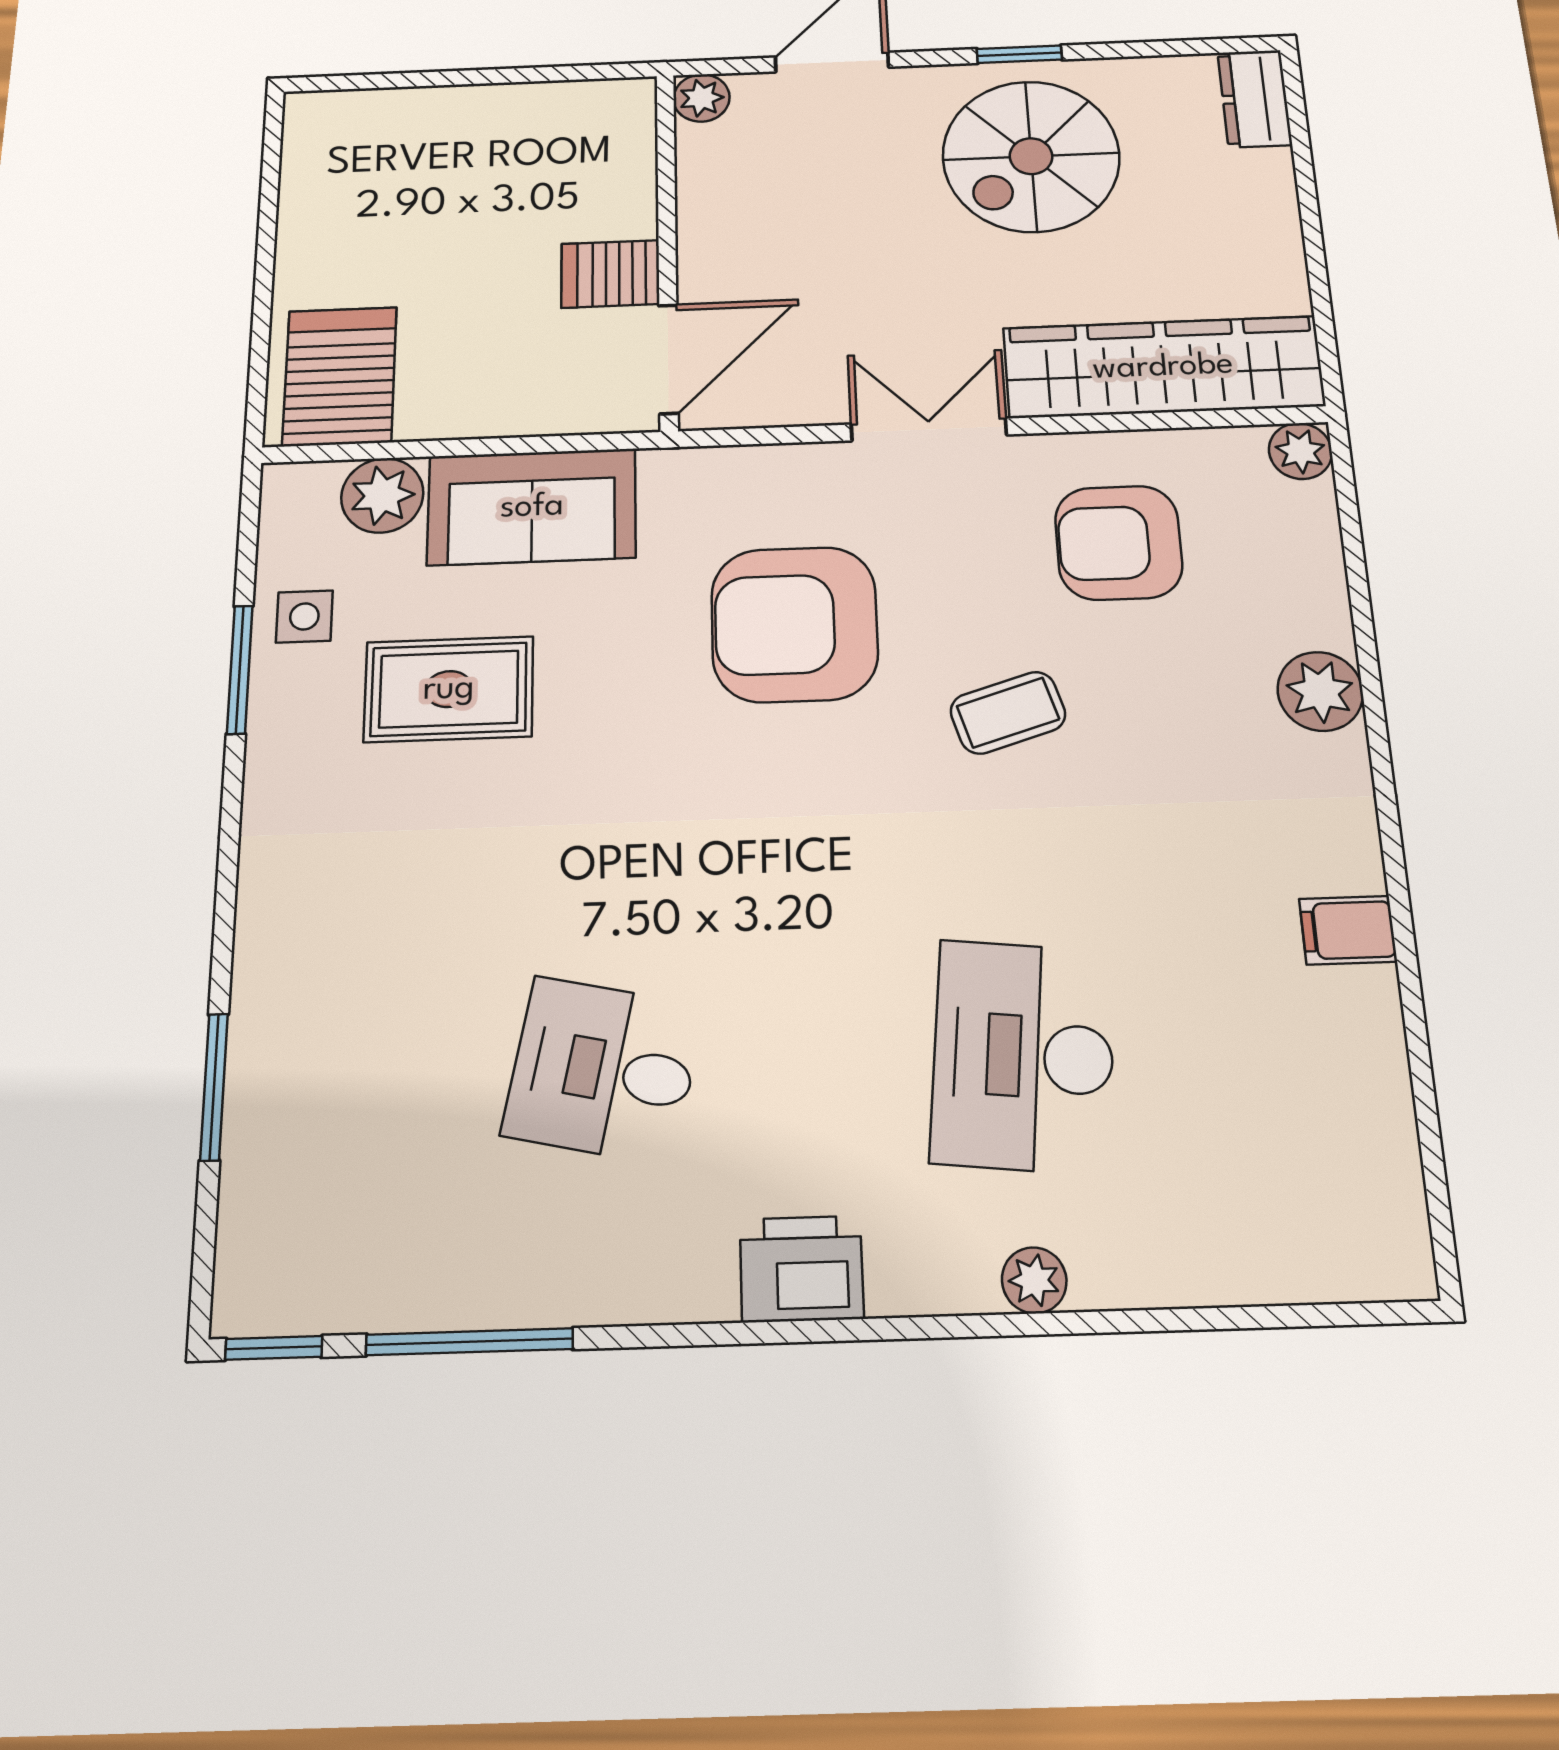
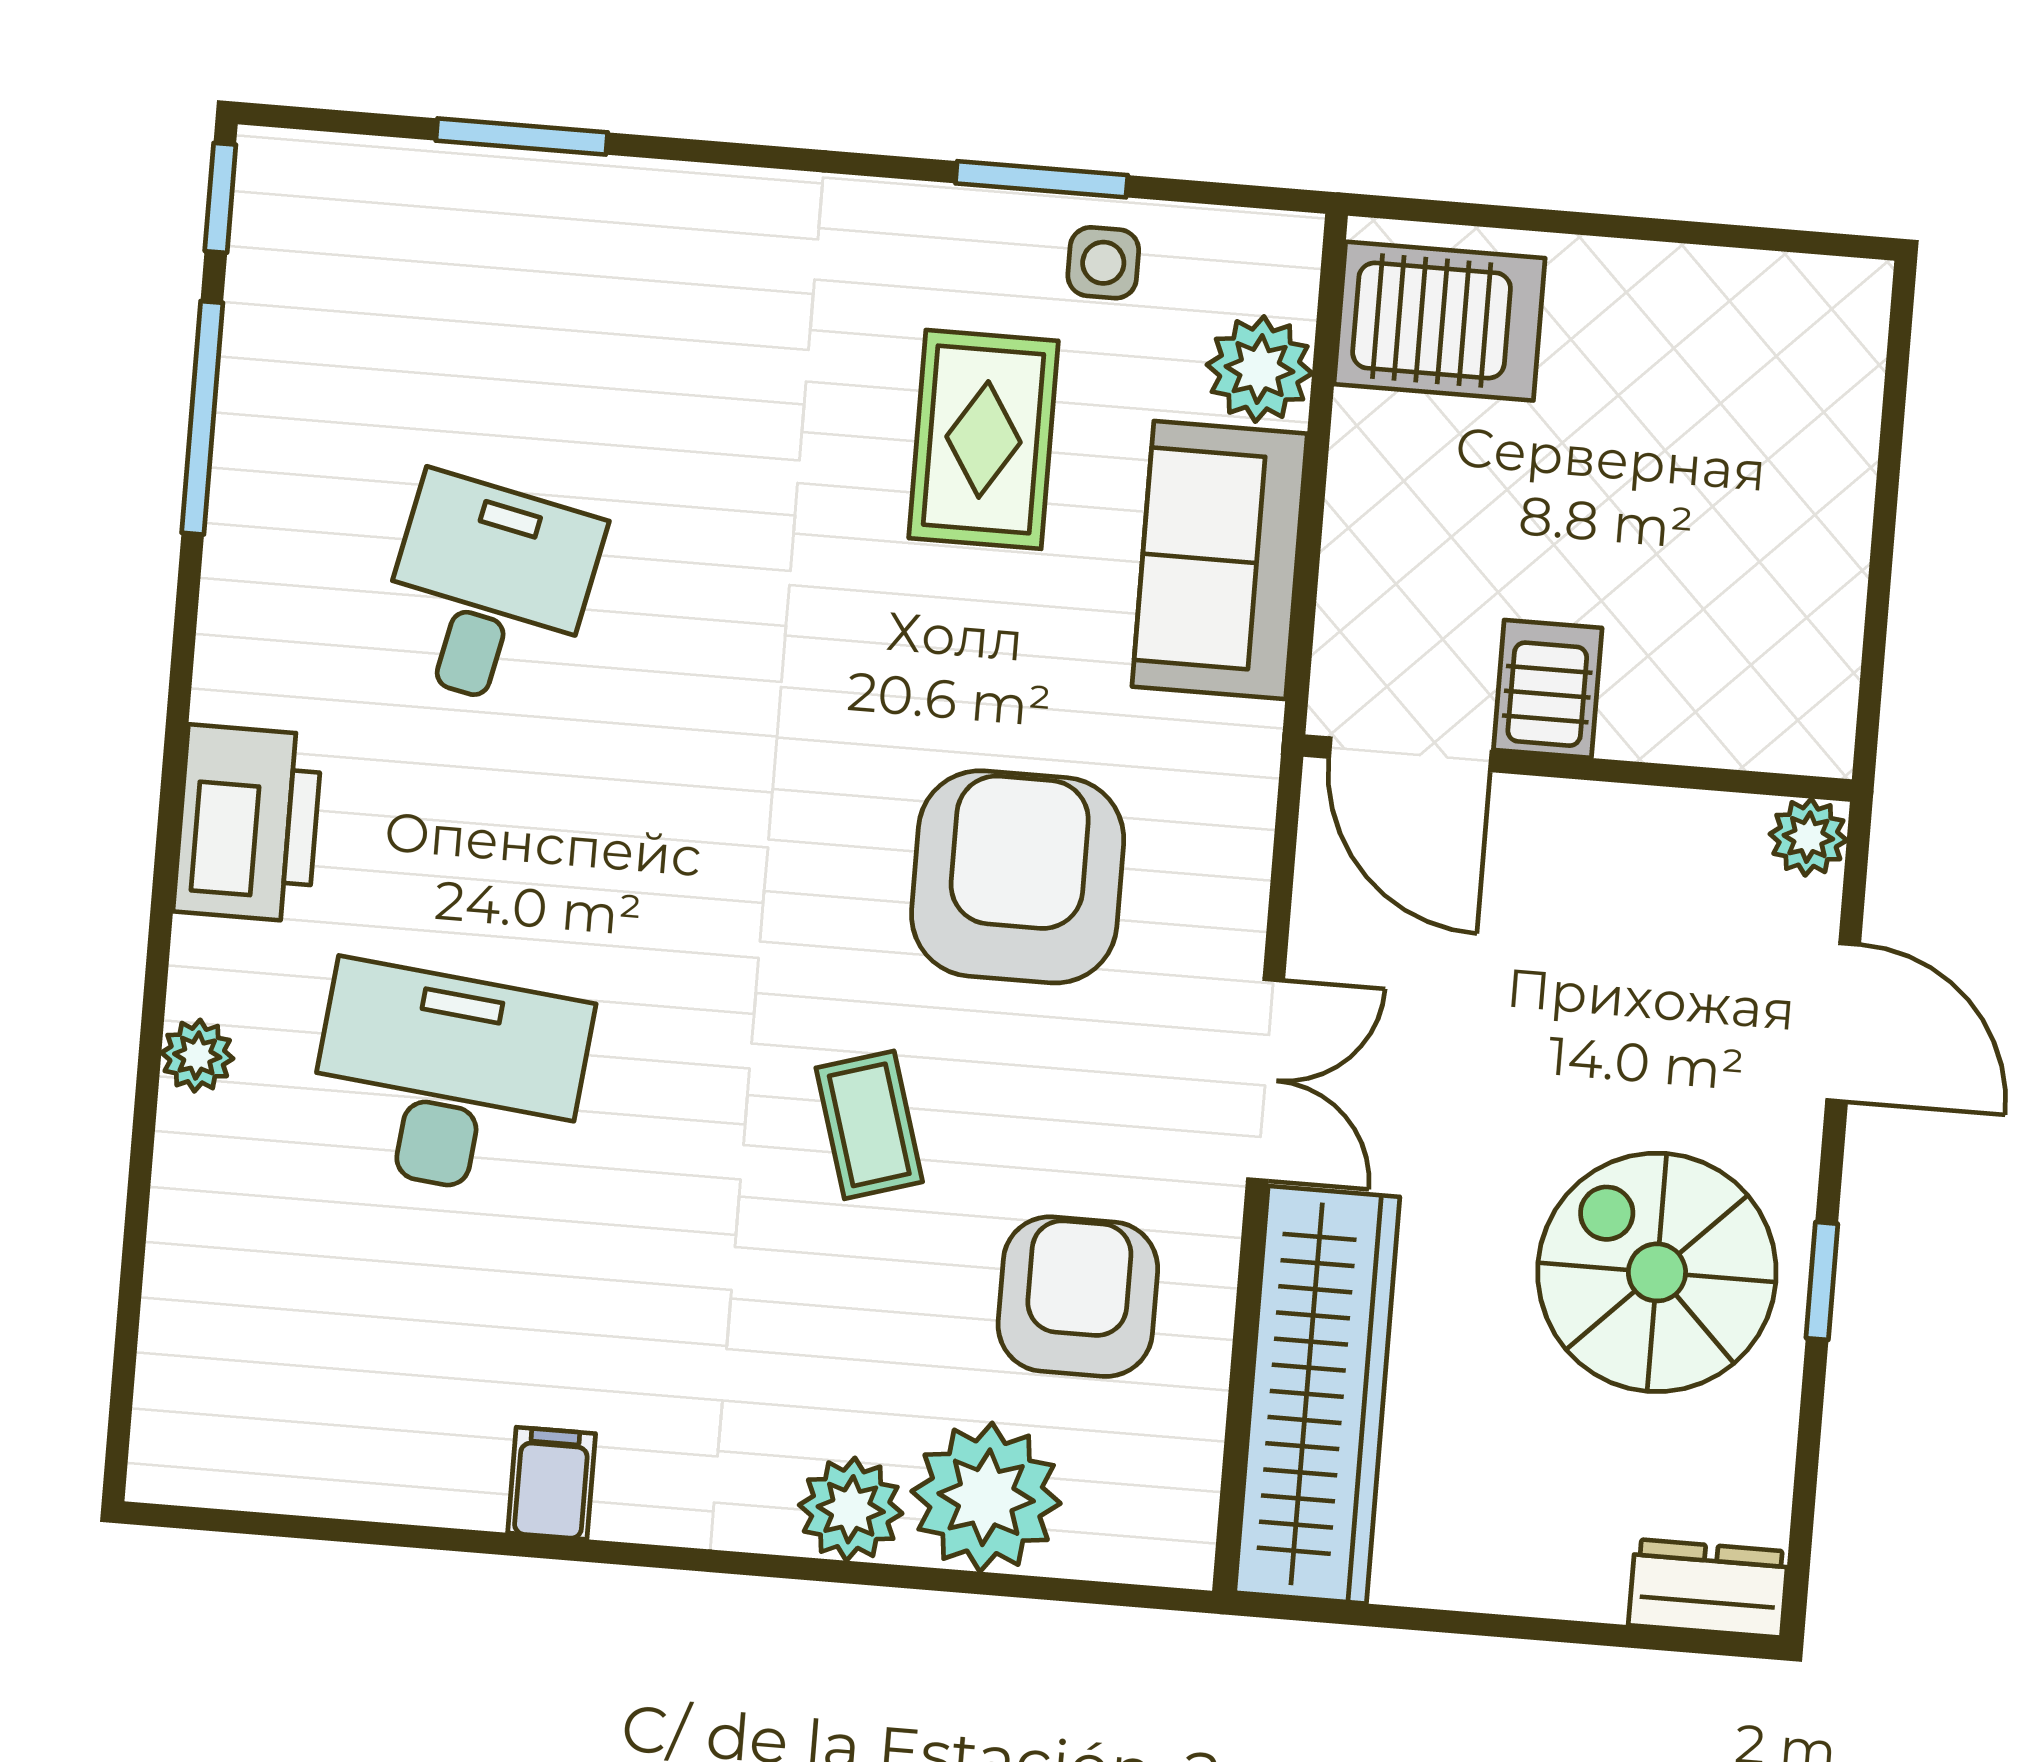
plant: (1300, 451) -> (986, 1497), moved, width x1.88, depth x1.88
printer: (801, 1269) -> (248, 823), width x1.37, depth x1.19

